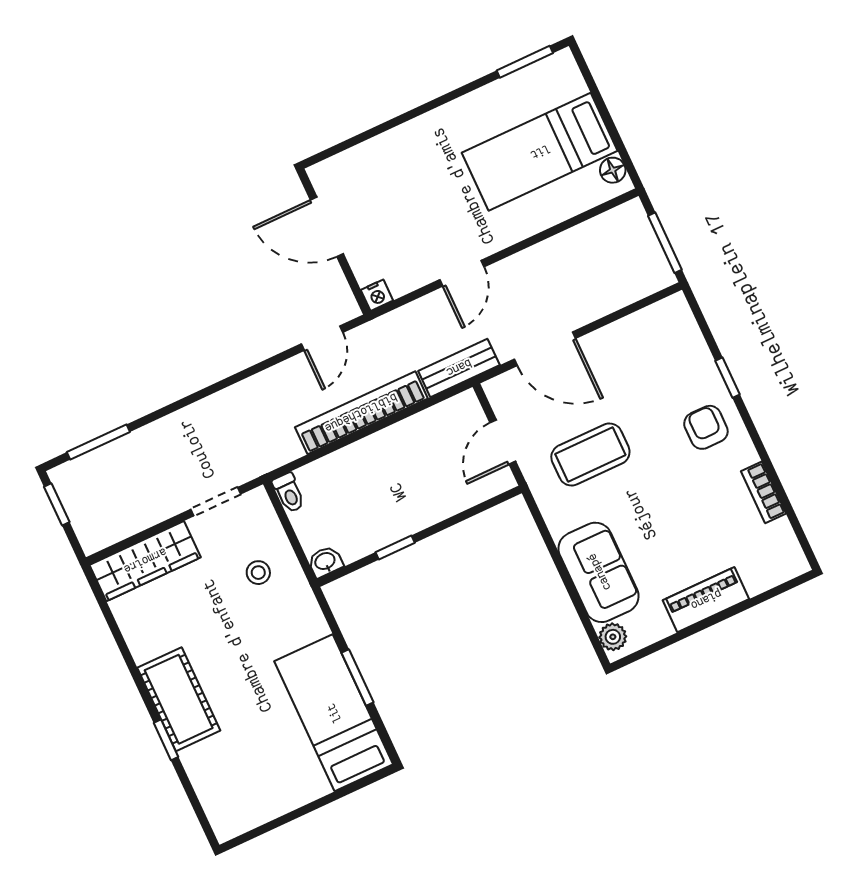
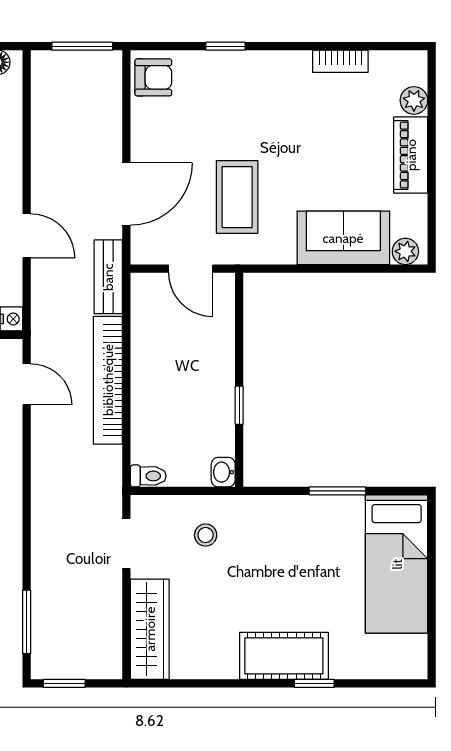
armchair: (706, 427) -> (153, 77), moved, turned 180
plant: (759, 579) -> (414, 100), added
bed: (334, 713) -> (397, 564), moved, turned -90

